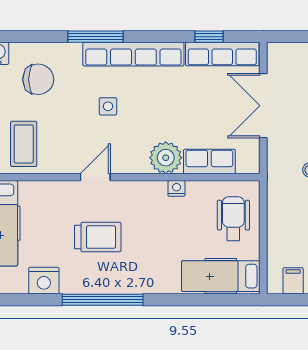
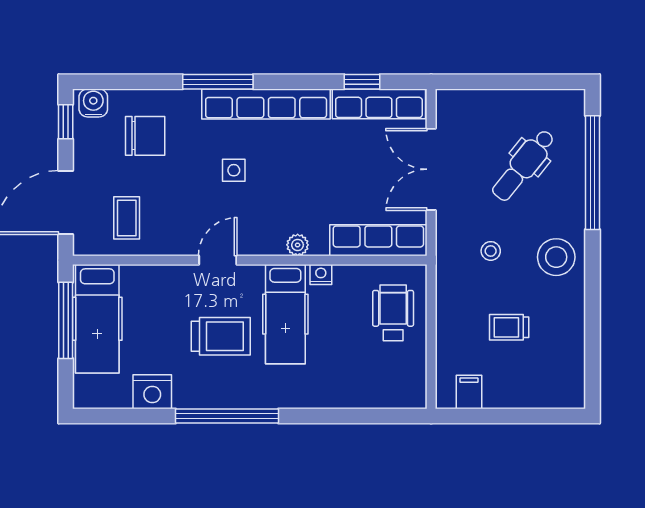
coffee table: (24, 144) -> (127, 218), width x0.73, depth x0.77
plant: (166, 158) -> (298, 245), width x0.53, depth x0.53
row of seats: (209, 161) -> (378, 240), width x1.48
hospital bed: (221, 276) -> (285, 314), moved, turned -90

